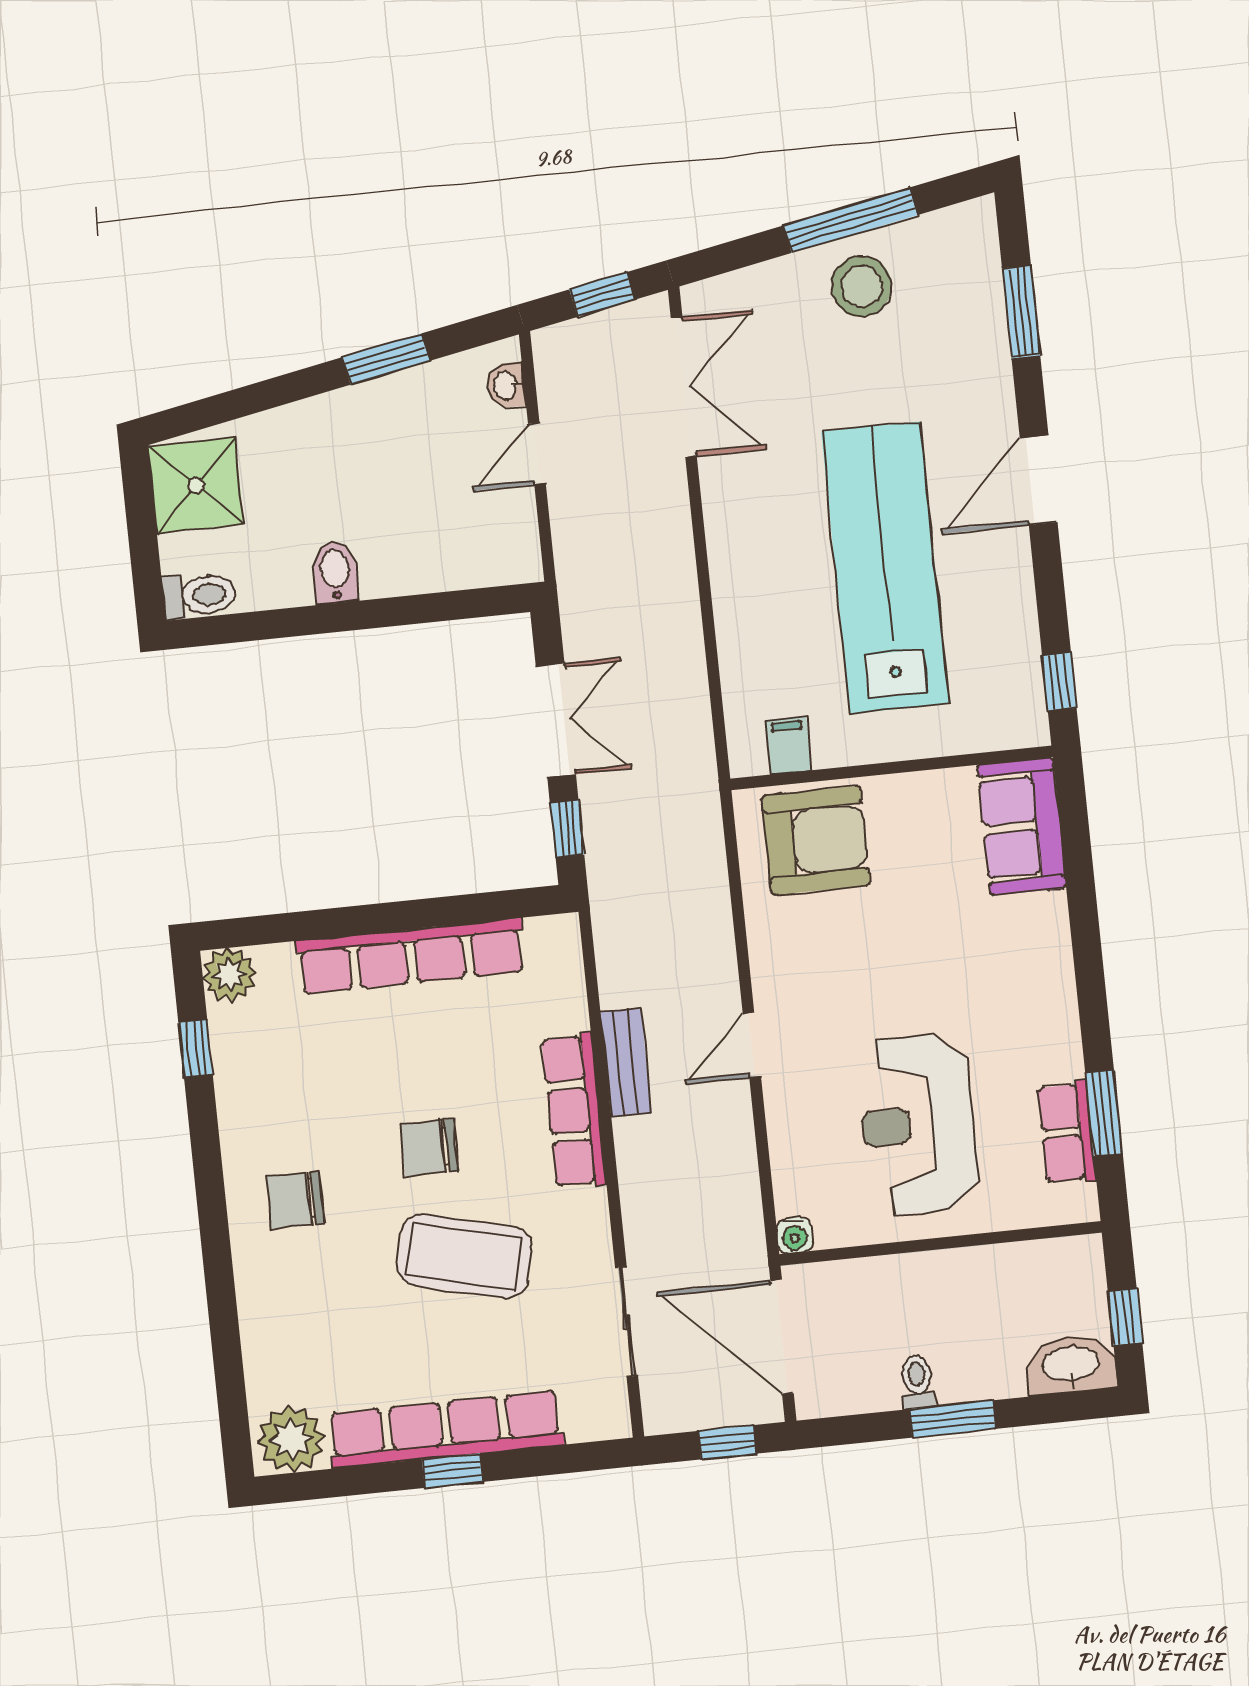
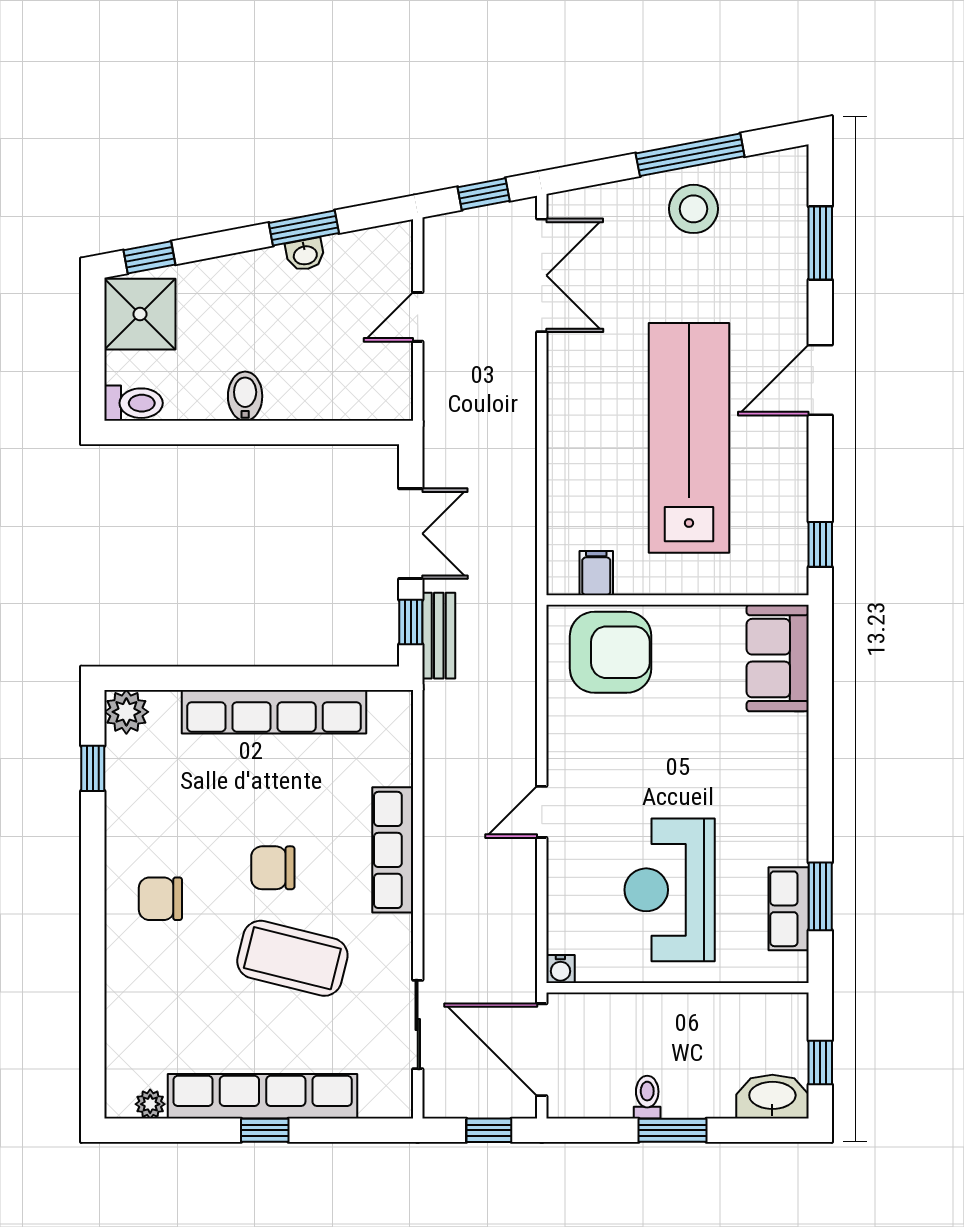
washbasin: (506, 385) -> (305, 254), moved, turned -101
window: (200, 415) -> (149, 257), added
bench: (626, 1062) -> (439, 636), moved
plant: (291, 1439) -> (150, 1104), width x0.53, depth x0.53

